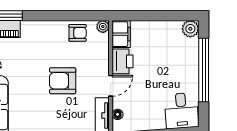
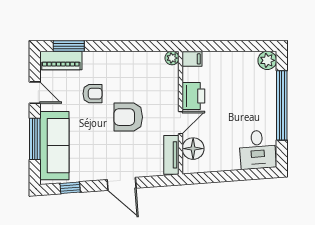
armchair: (78, 33) -> (93, 94), moved
filing cabinet: (121, 34) -> (192, 59), width x0.50
floor lamp: (118, 114) -> (193, 149), width x1.89, depth x1.89

